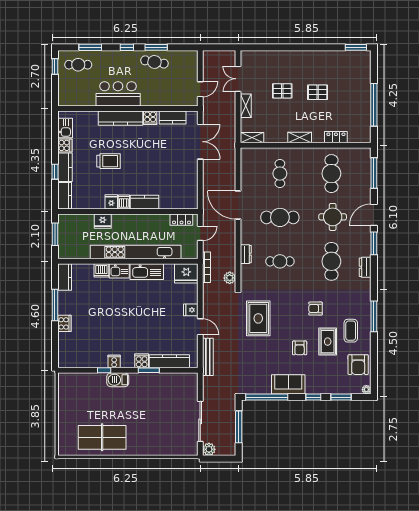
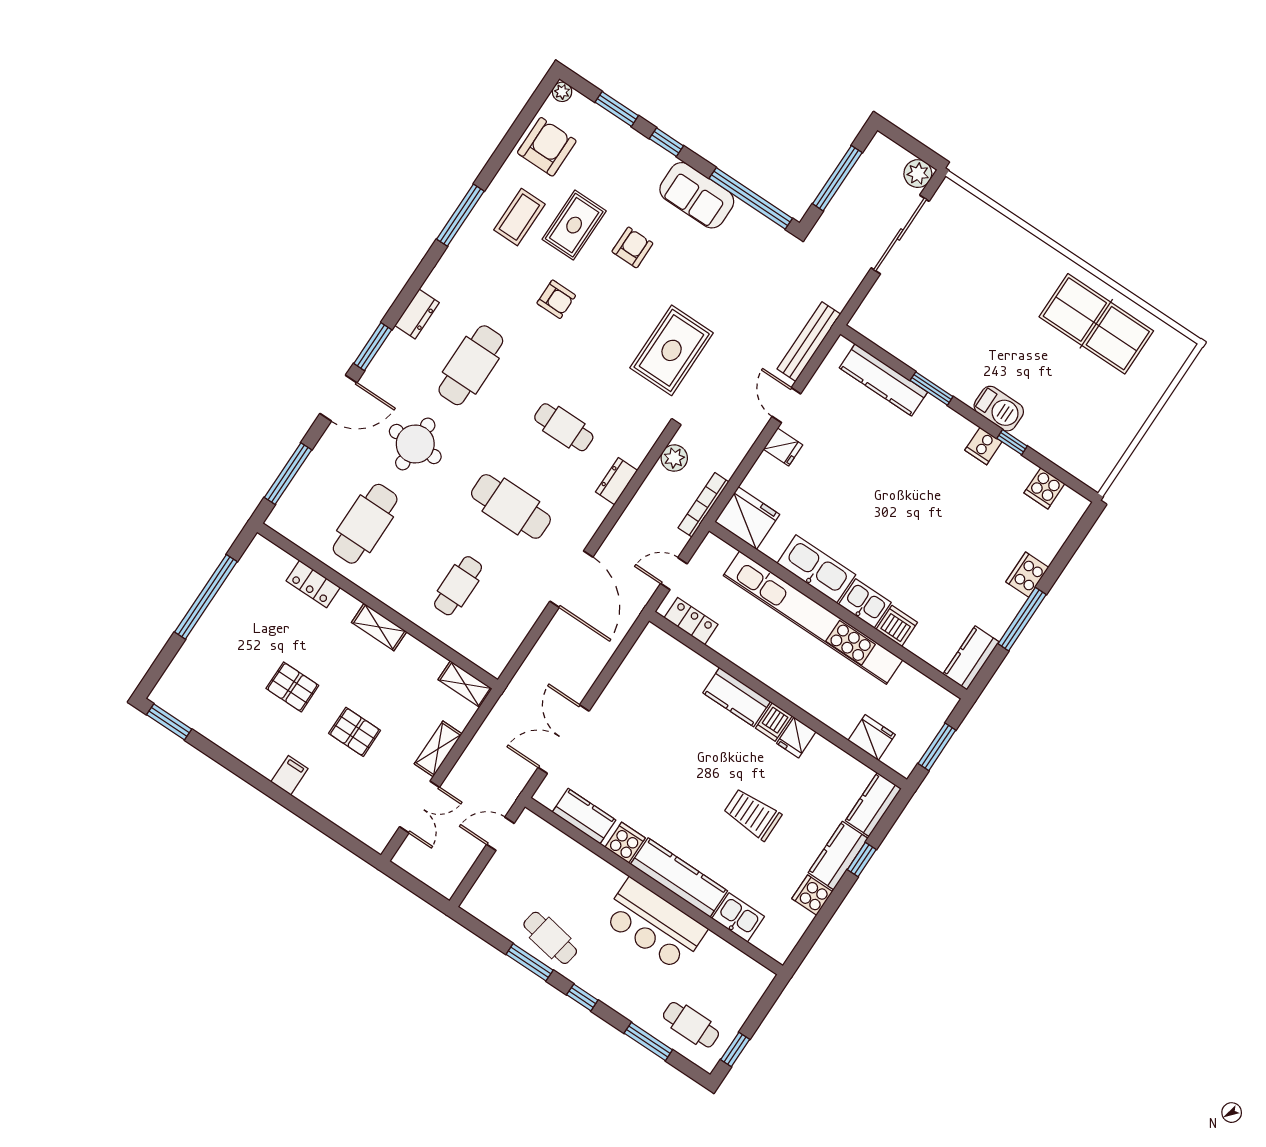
filing cabinet: (296, 58) -> (289, 775), added
kitchen sink: (65, 128) -> (738, 917), moved, turned 90
fridge: (103, 221) -> (872, 738), moved
cooker: (142, 361) -> (1044, 488), moved

